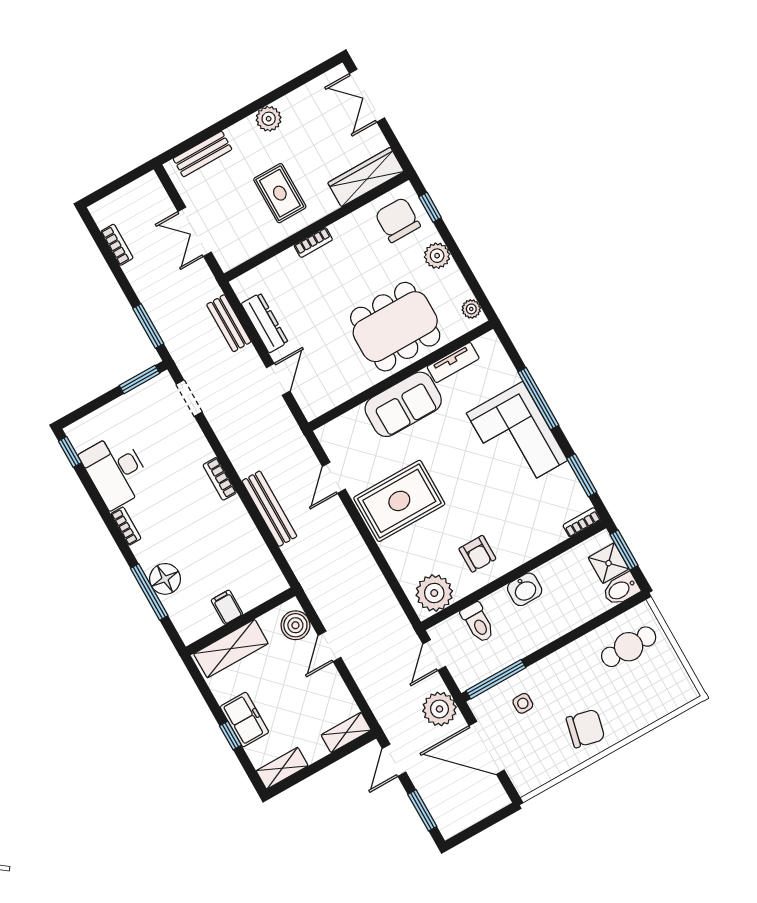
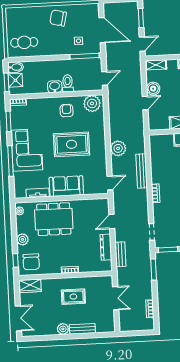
bench: (202, 154) -> (82, 329), moved
wardrobe: (366, 177) -> (30, 286), width x0.67
rug: (280, 193) -> (73, 297), turned 90
door: (334, 478) -> (110, 183), moved
rug: (399, 501) -> (71, 144), moved
toilet: (478, 623) -> (68, 83), moved
boiler: (295, 625) -> (153, 89), moved
plant: (439, 709) -> (118, 148), moved

